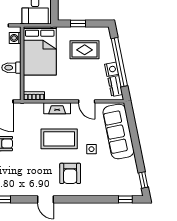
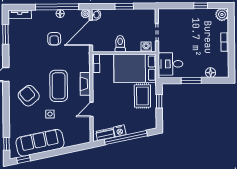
rug: (85, 50) -> (142, 96), moved
sofa: (118, 132) -> (40, 143), moved
armchair: (70, 173) -> (29, 96), turned 50

